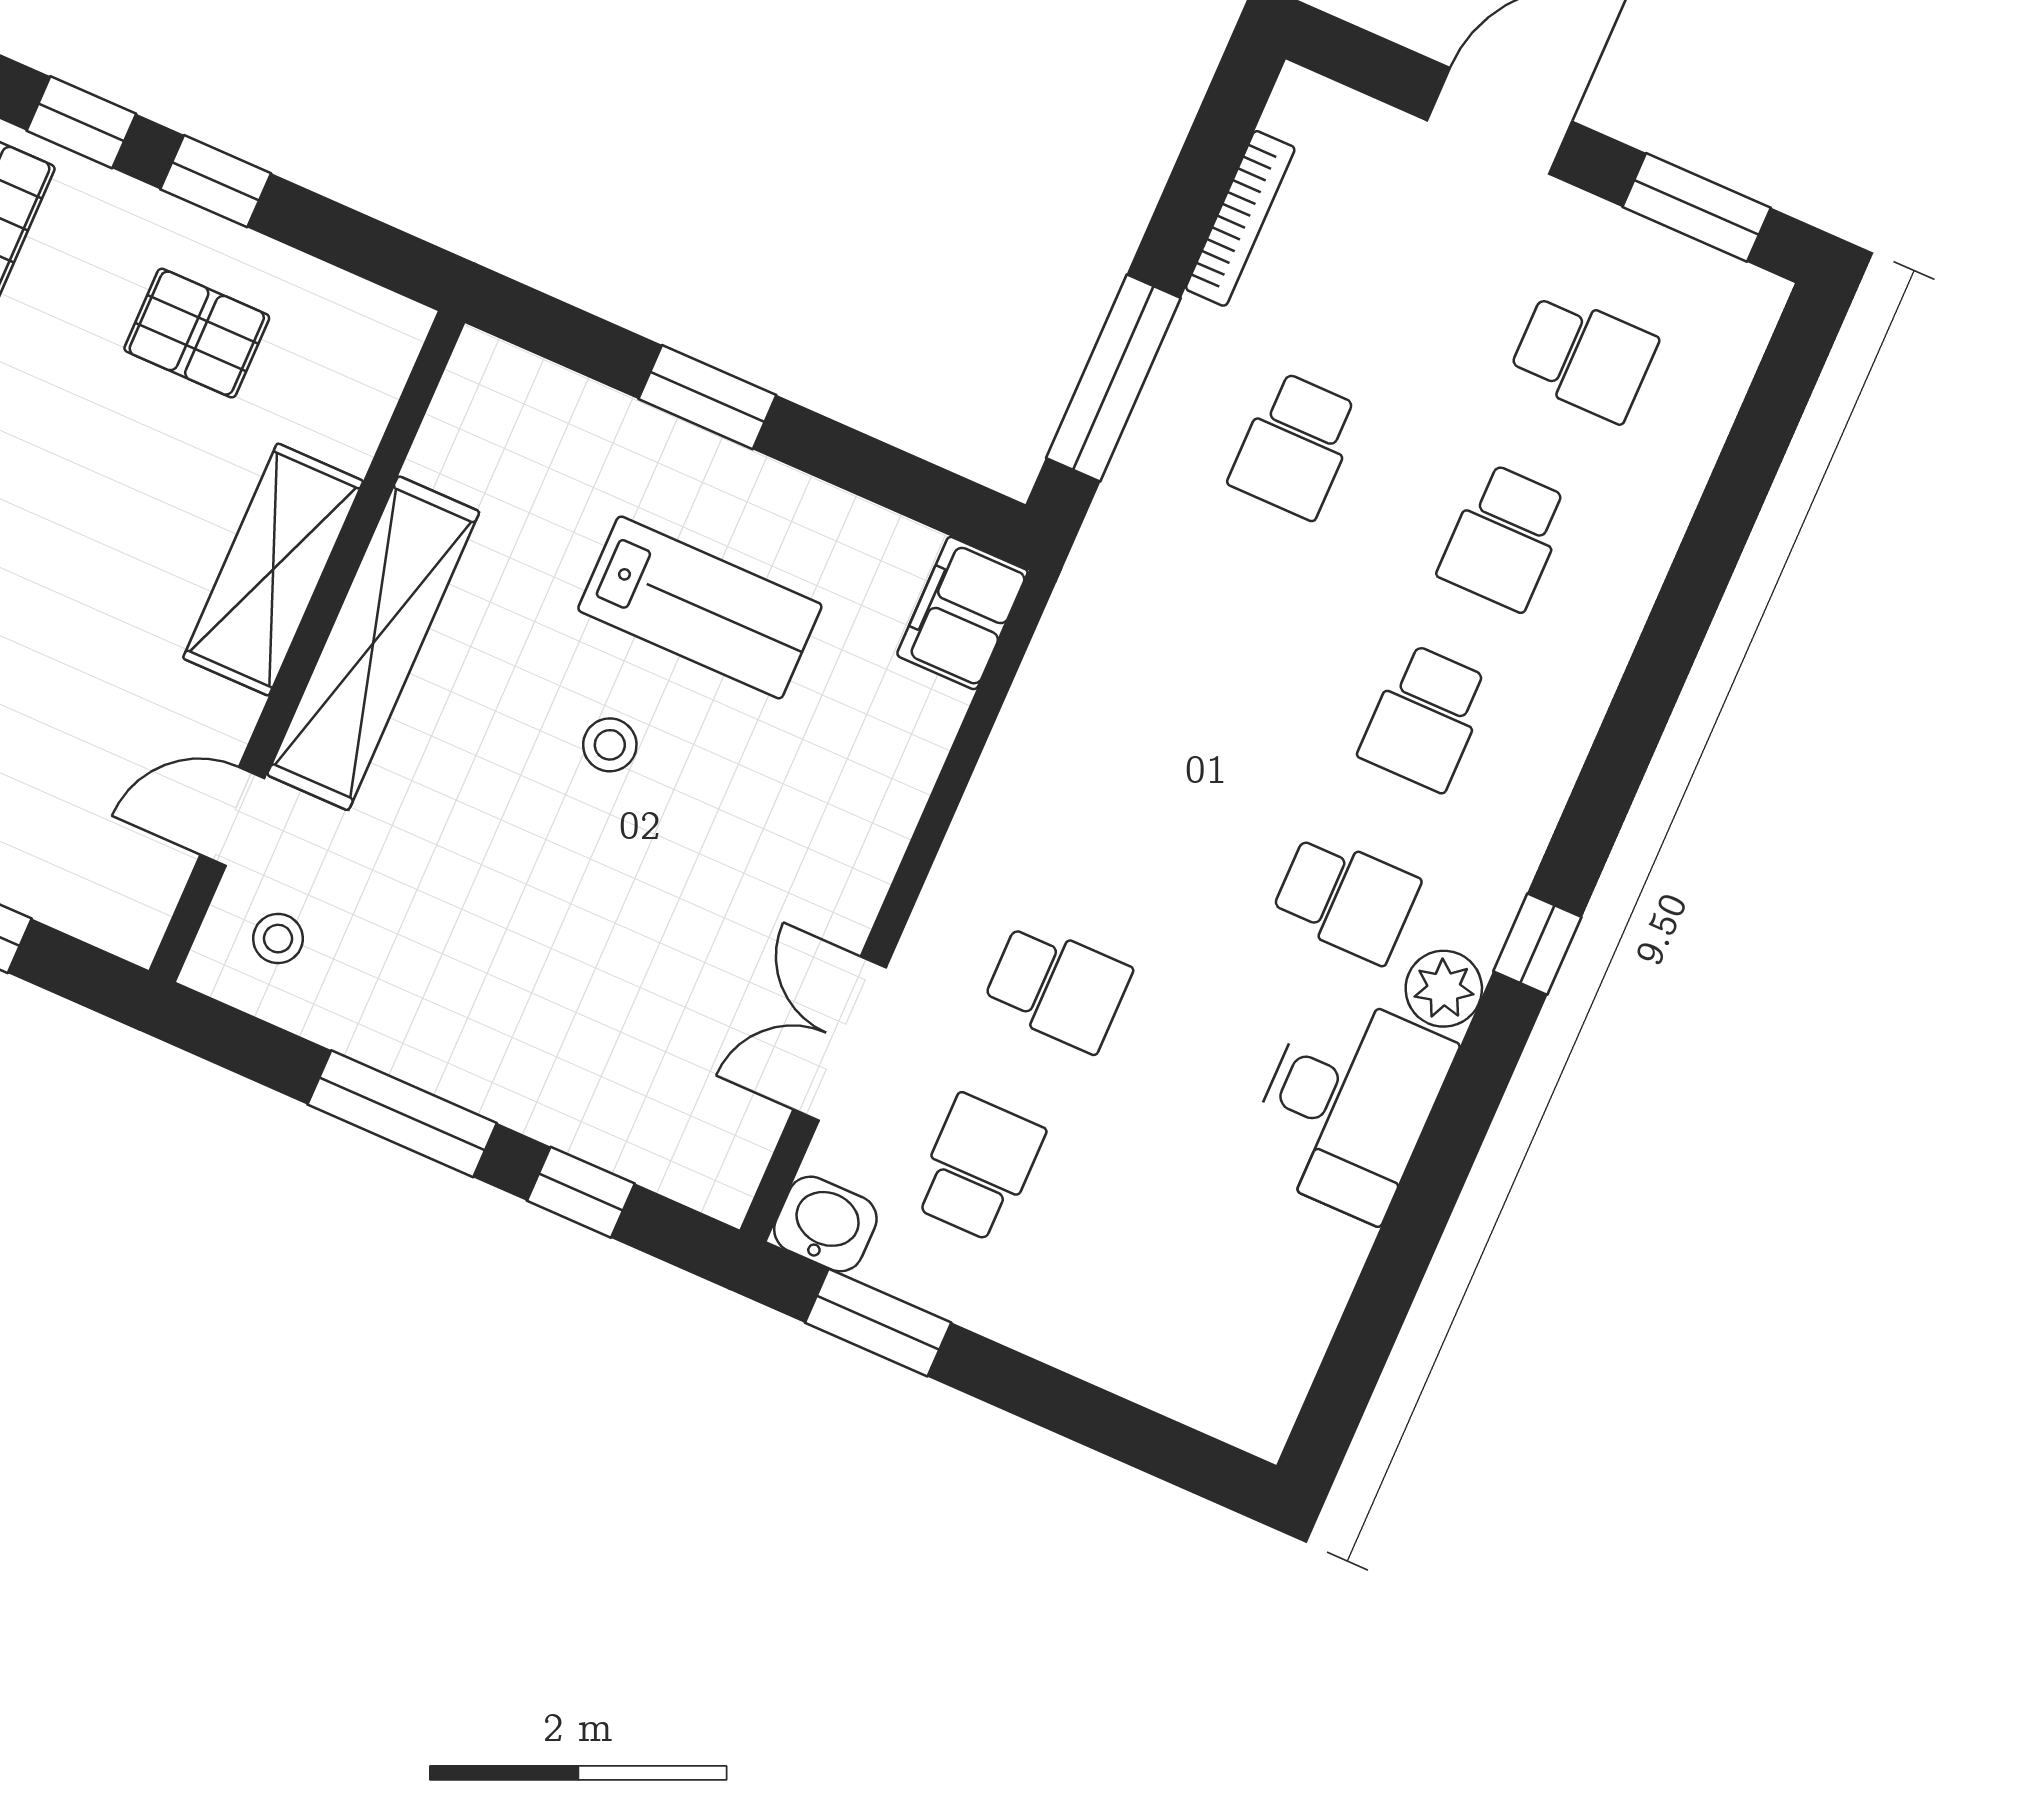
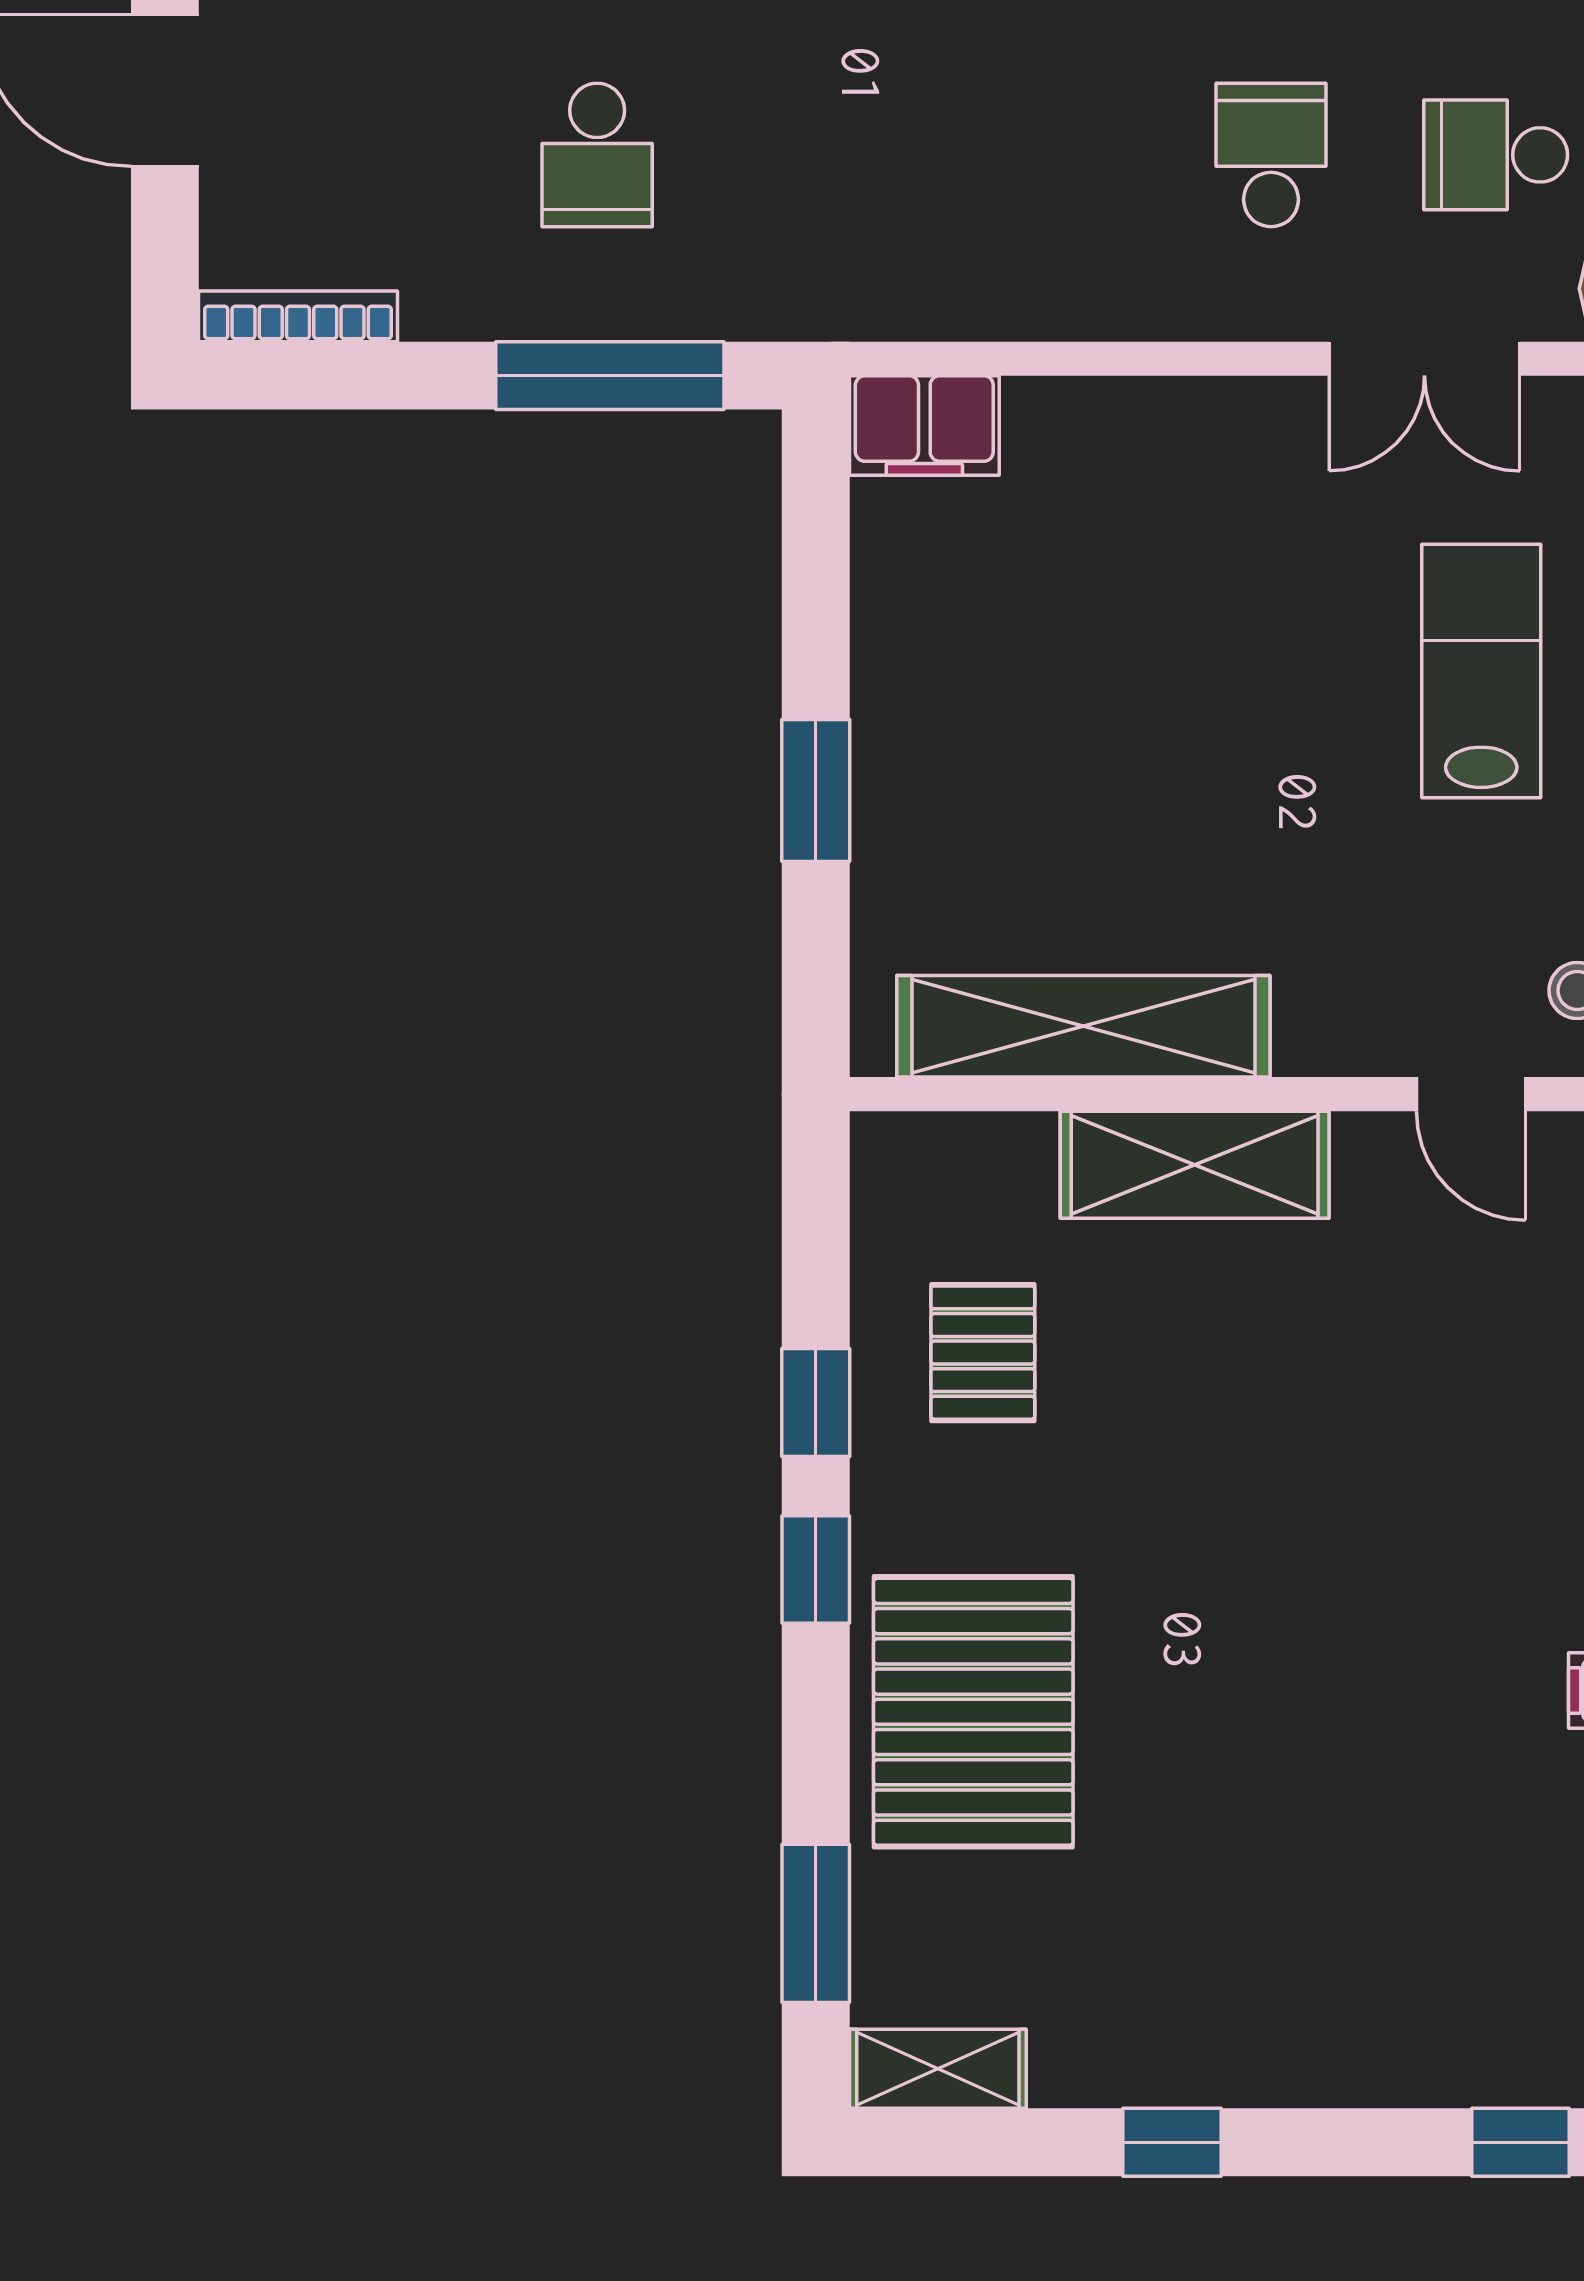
bookcase: (1240, 218) -> (298, 316), moved
school desk: (1295, 446) -> (597, 155), turned 90
lab bench: (700, 607) -> (1481, 671), moved
shelving: (373, 643) -> (1083, 1026), moved
stool: (610, 745) -> (1223, 733), removed

